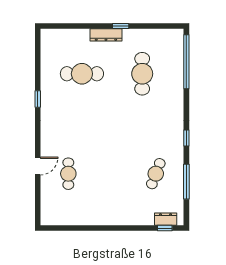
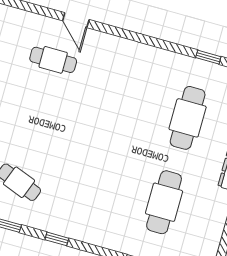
cafe table: (142, 74) -> (164, 202), turned 90
window: (38, 99) -> (208, 57), moved

